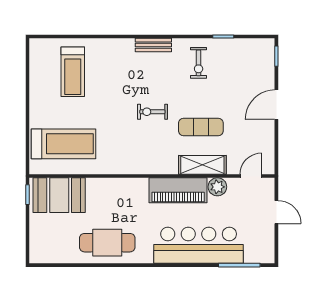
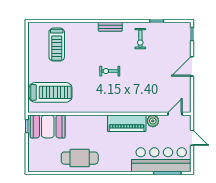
exercise mat: (201, 127) -> (142, 81), removed
shelving: (202, 165) -> (143, 106), removed
bar counter: (199, 245) -> (161, 160), moved

